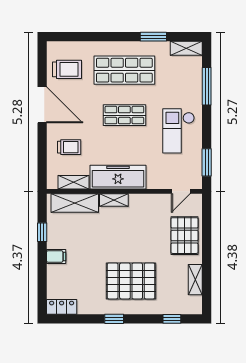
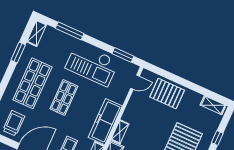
checkout: (179, 131) -> (92, 65), width x1.36, depth x1.21
door: (181, 191) -> (135, 82), hinge flipped
shelving: (195, 280) -> (213, 105), moved
window: (172, 319) -> (217, 138), moved

